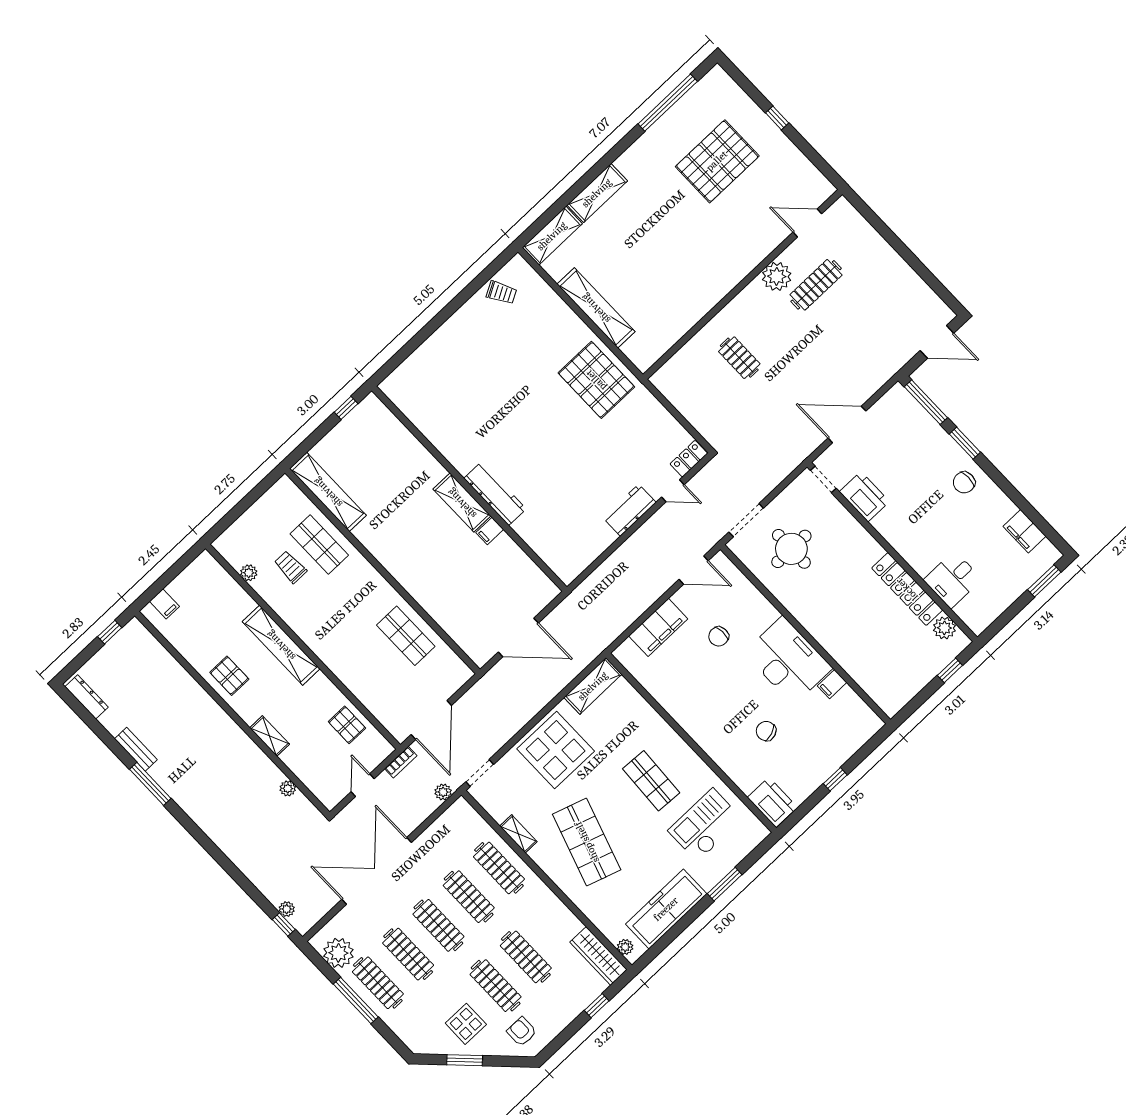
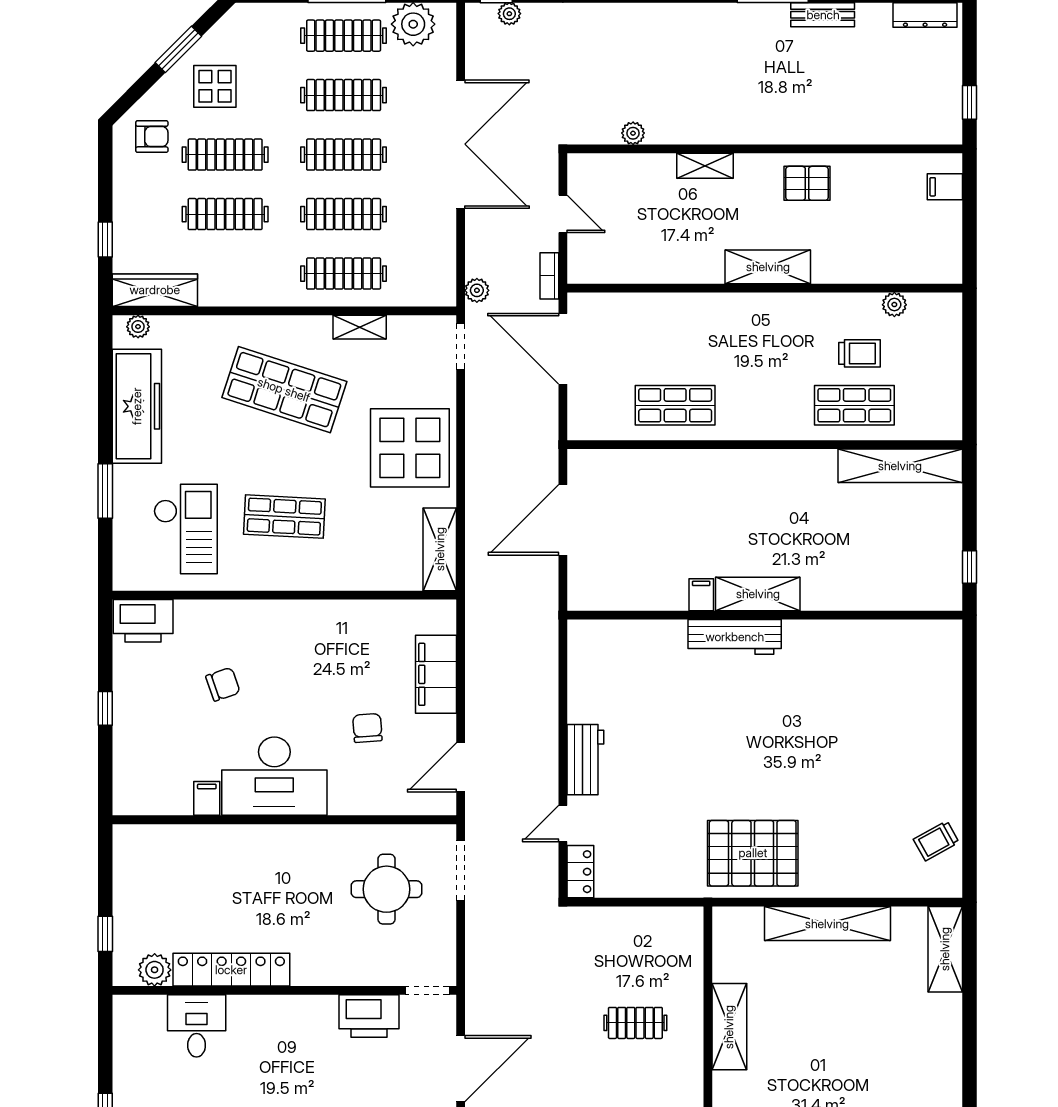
shelving: (597, 193) -> (729, 1027), moved
shelving: (281, 645) -> (768, 267), width x0.68
pallet: (347, 725) -> (641, 257), removed

